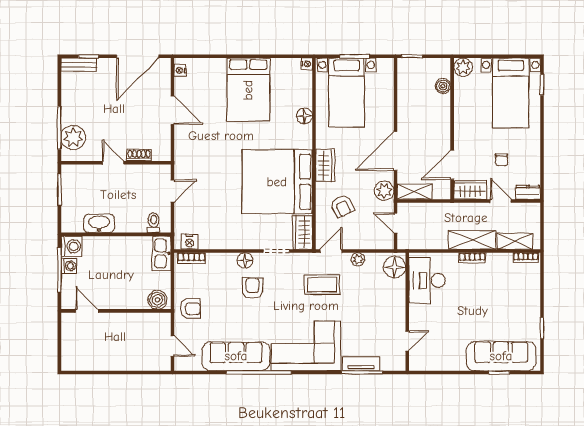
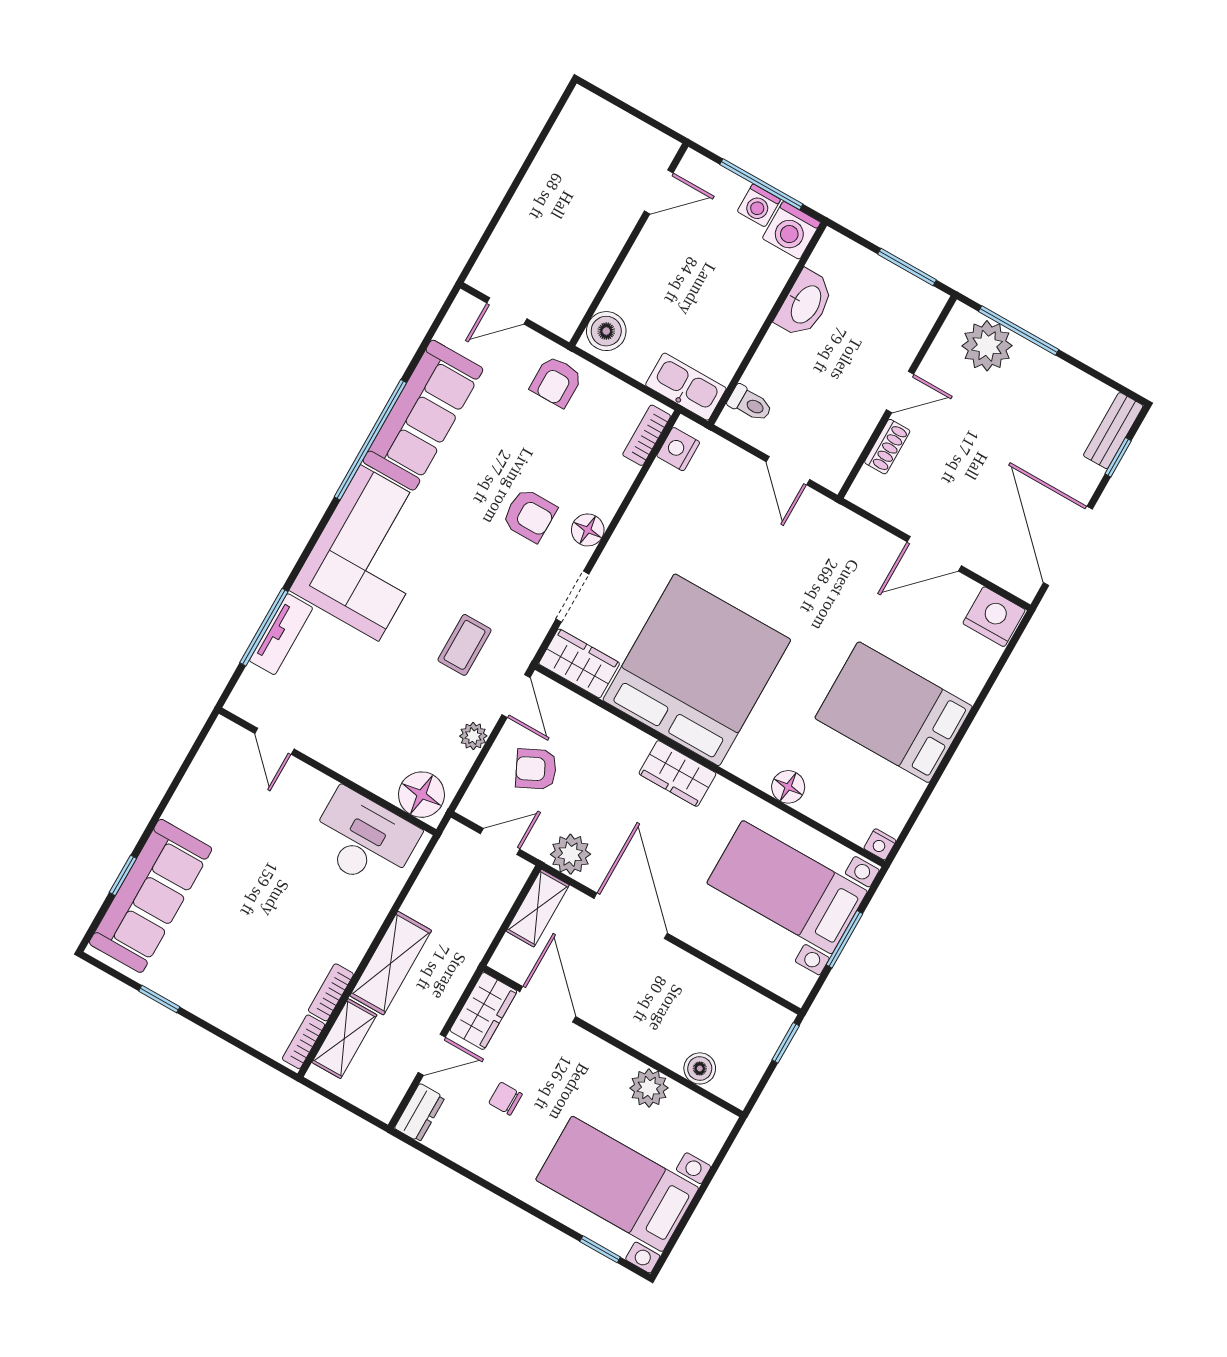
plant: (463, 67) -> (649, 1088), moved
nightstand: (180, 70) -> (994, 617), width x1.89, depth x1.79
armchair: (342, 206) -> (536, 769), moved
bookcase: (472, 258) -> (331, 992), moved
coffee table: (322, 285) -> (465, 645), width x0.73, depth x0.77

